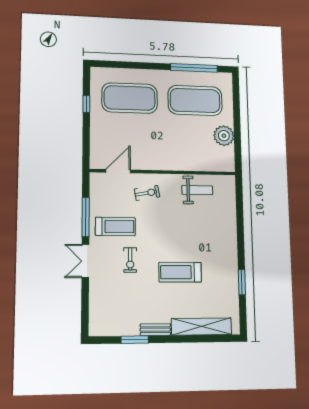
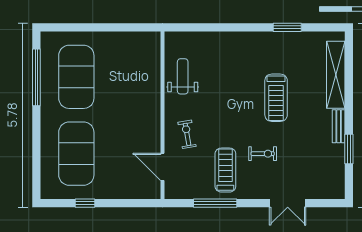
plant: (224, 136) -> (118, 43), removed
double door: (85, 261) -> (288, 203), moved

